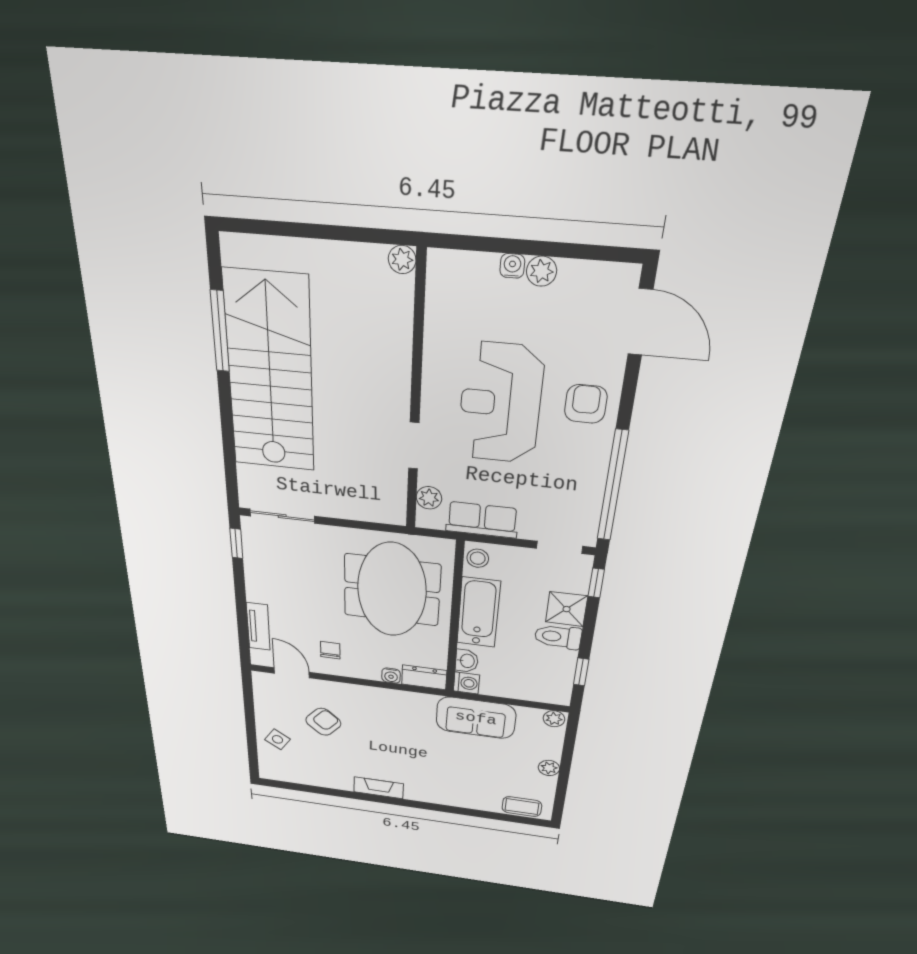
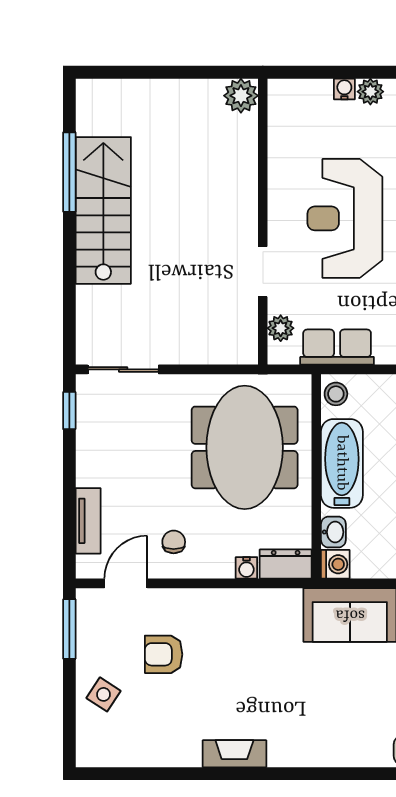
plant: (402, 260) -> (241, 96), width x1.38, depth x1.38
stairs: (270, 374) -> (103, 210), width x0.73, depth x0.66
door: (292, 673) -> (126, 583), hinge flipped
window: (248, 696) -> (69, 629), added
armchair: (323, 722) -> (164, 654), turned -131

